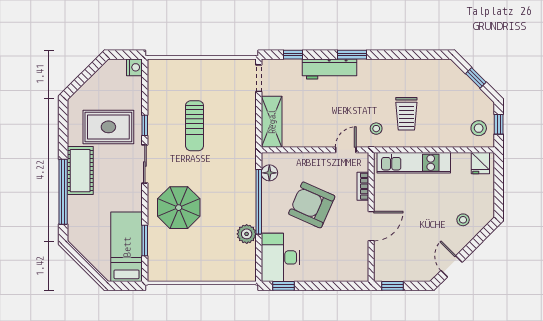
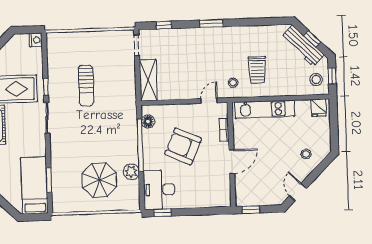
workbench: (329, 69) -> (303, 46), moved, turned 45
parasol: (179, 208) -> (99, 180), moved

